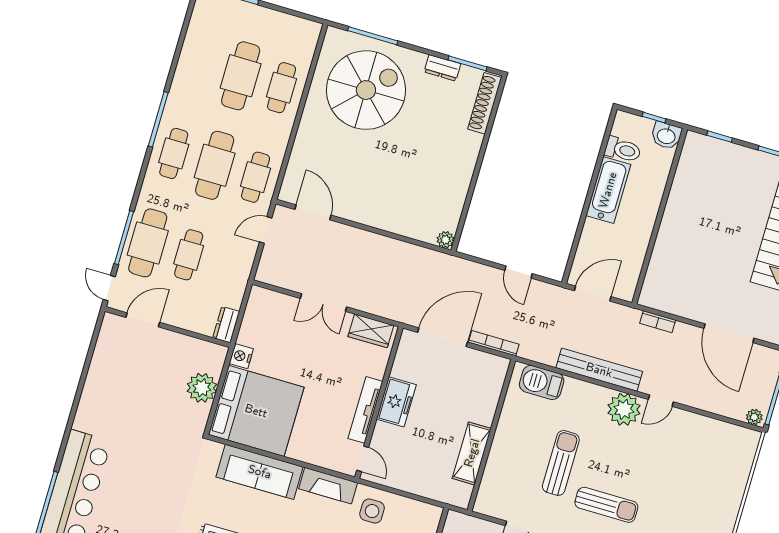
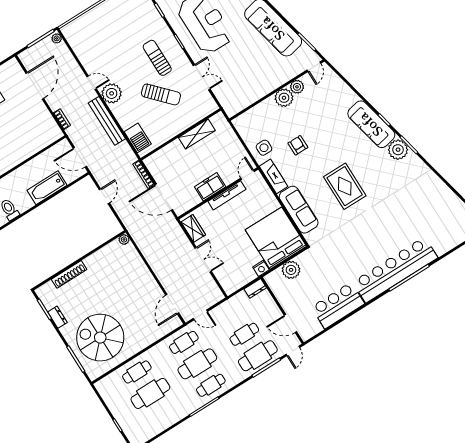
shoe rack: (485, 103) -> (69, 274), moved
bathtub: (608, 190) -> (47, 188), moved
bar counter: (103, 395) -> (338, 305), added
sun lounger: (561, 463) -> (161, 94), turned -133

